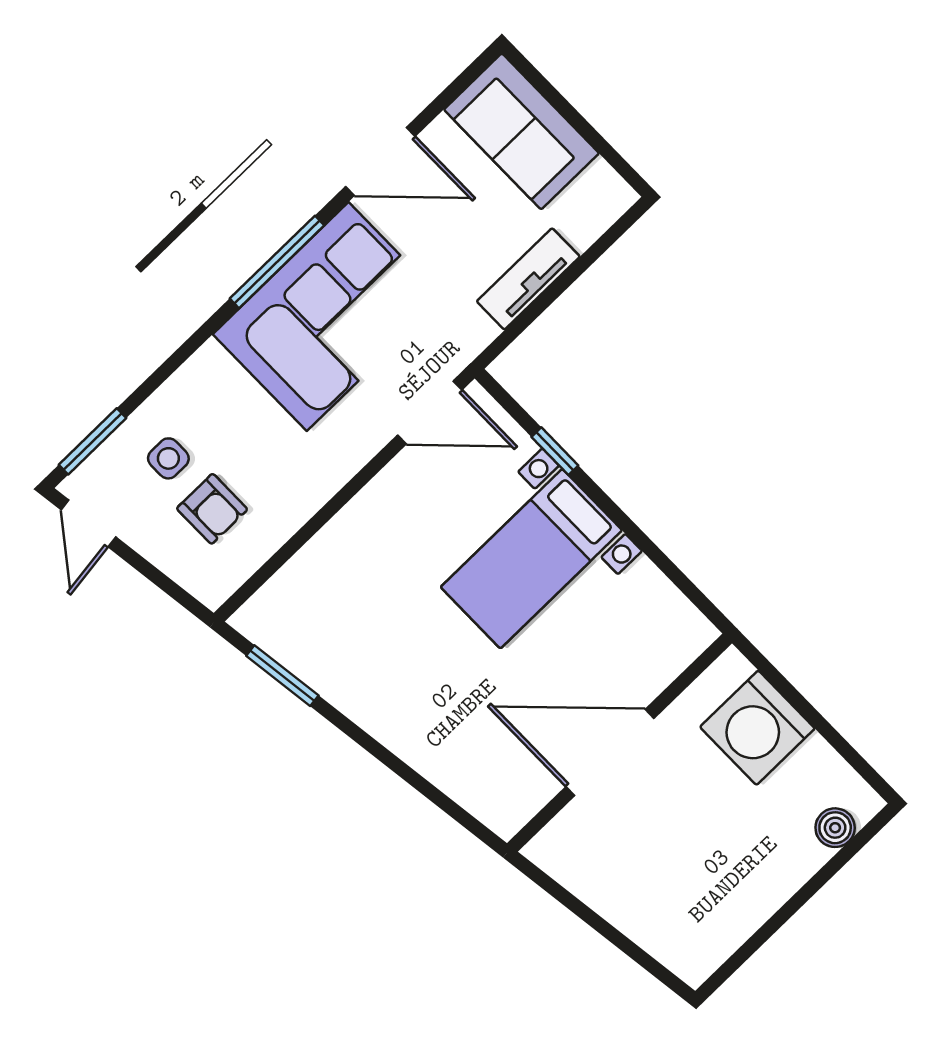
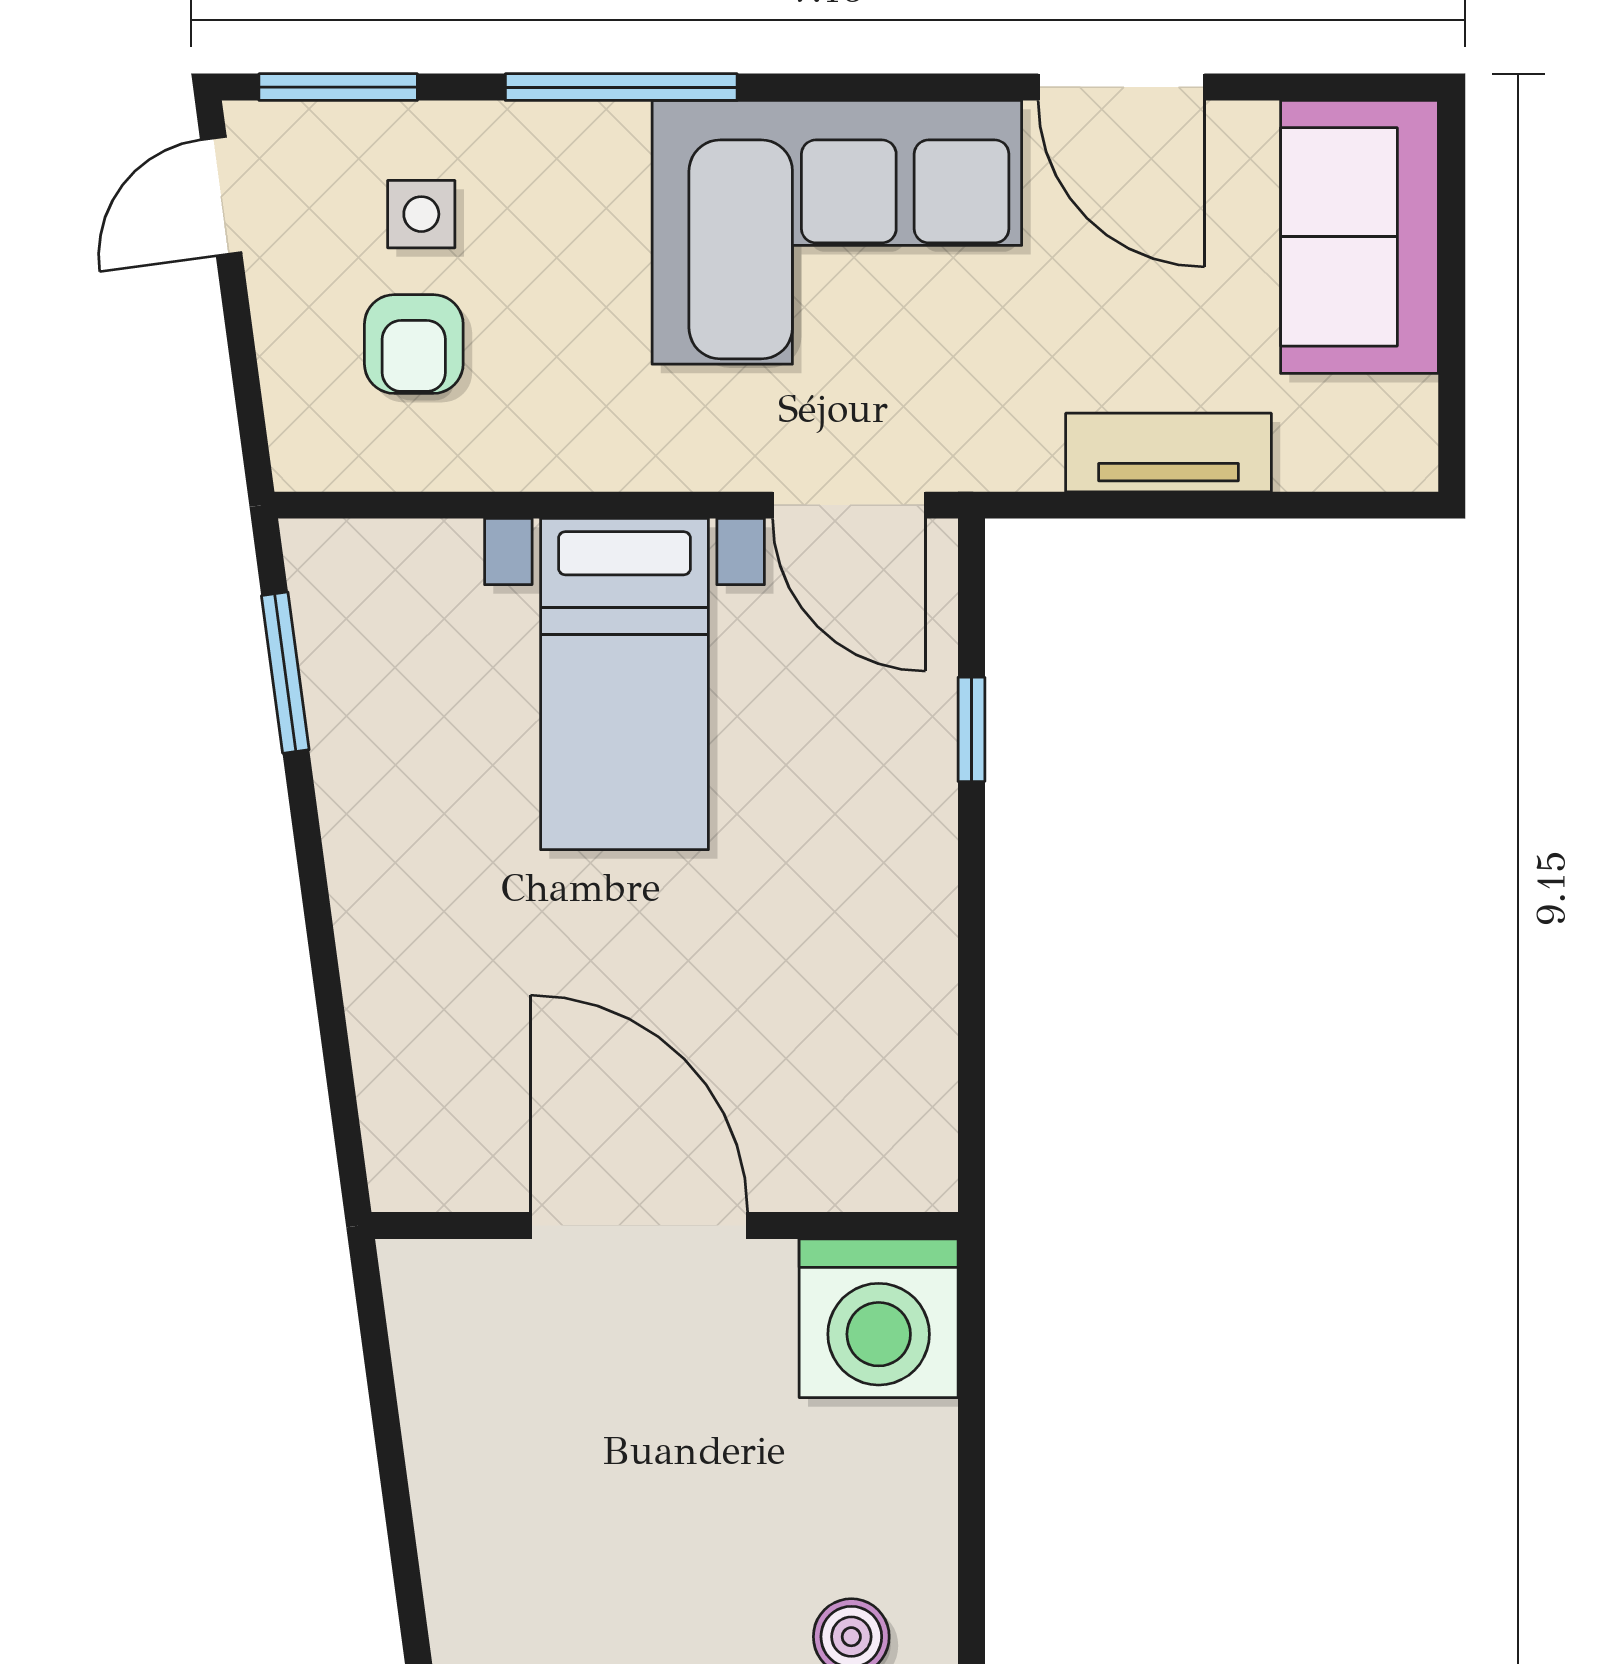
window: (277, 262) -> (621, 87), moved
bed with nightstands: (531, 559) -> (624, 684), moved, turned -90
washing machine: (757, 728) -> (879, 1318), moved, turned -90

